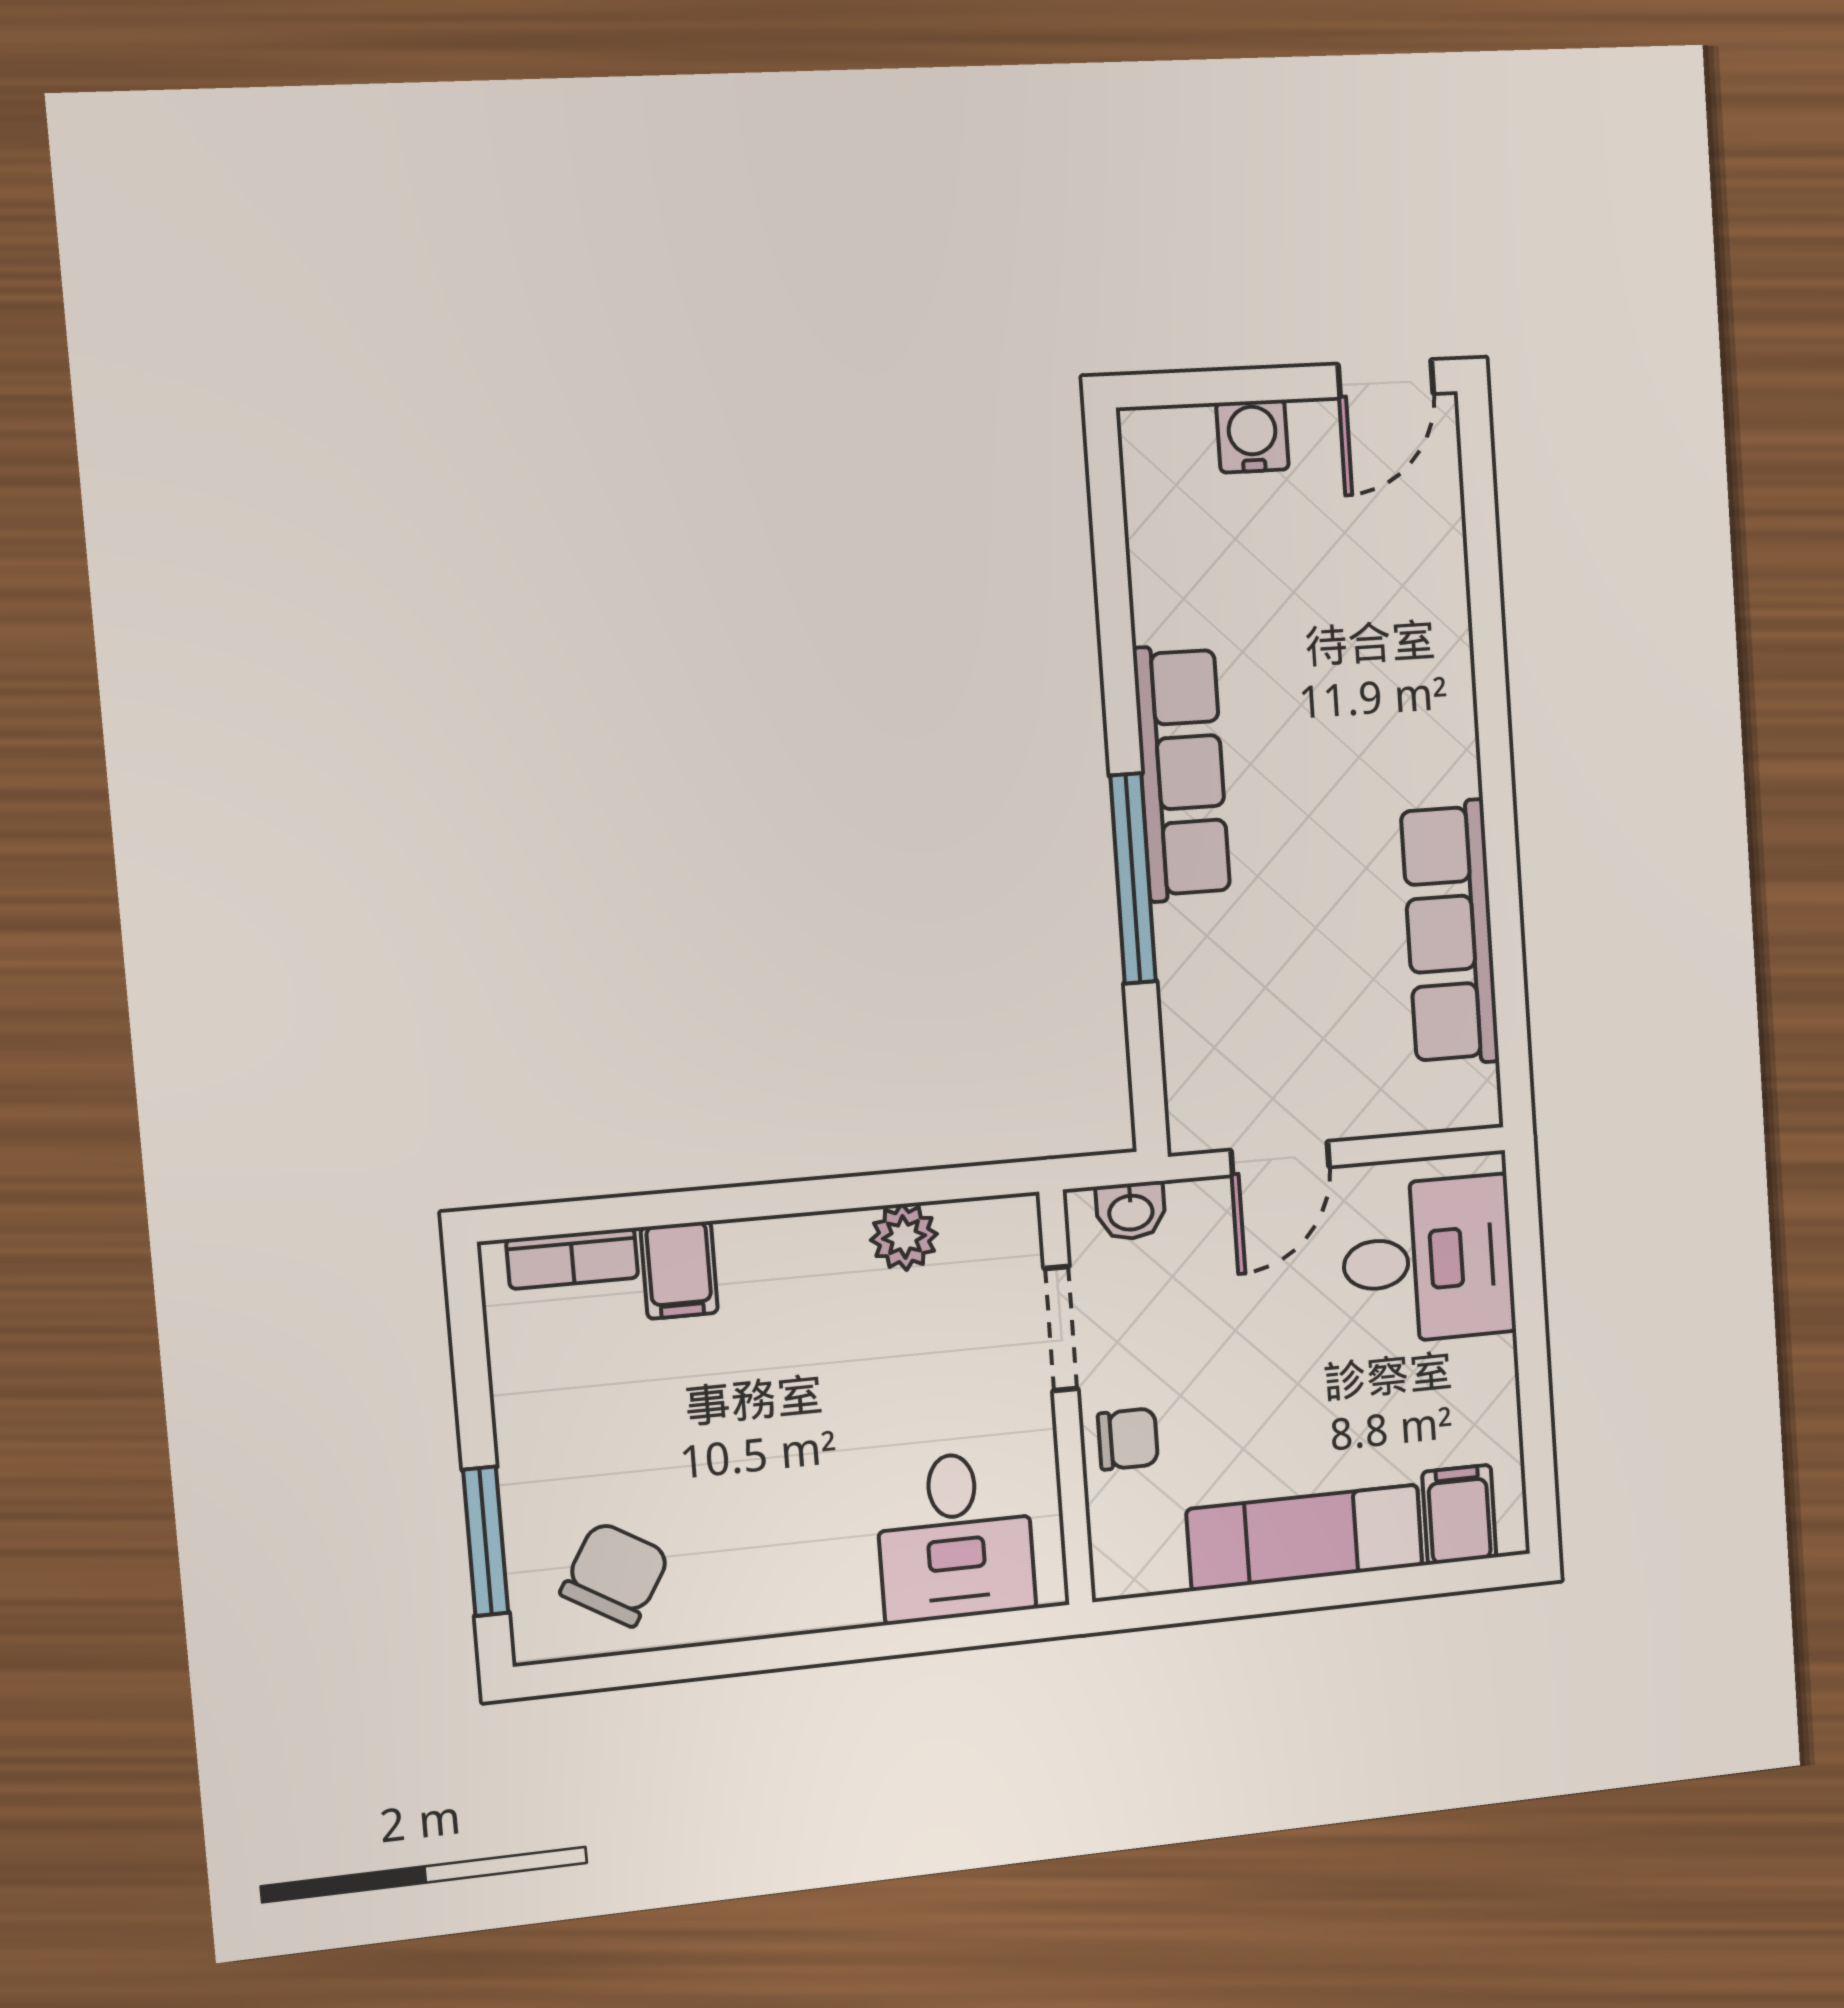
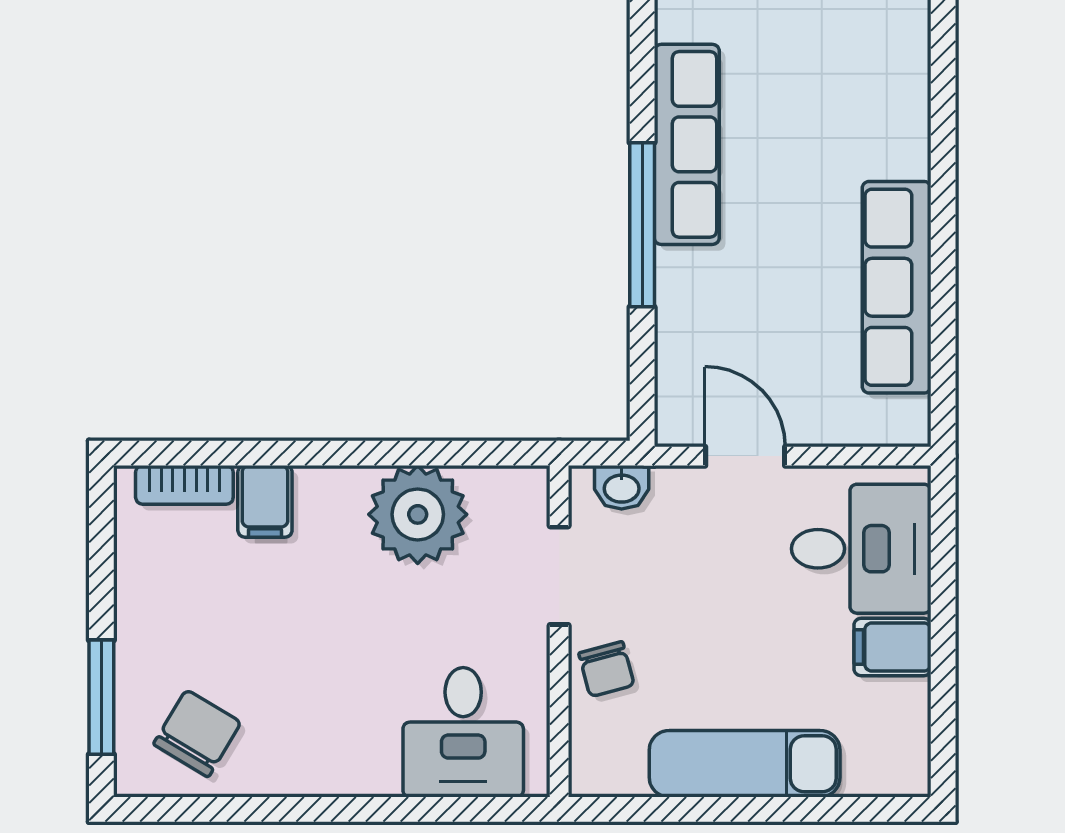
door: (1280, 1159) -> (745, 456), swing flipped
plant: (904, 1237) -> (418, 514), width x1.88, depth x1.88
chair: (1128, 1439) -> (606, 669), turned 75
filing cabinet: (1459, 1515) -> (892, 647), moved, turned -90

